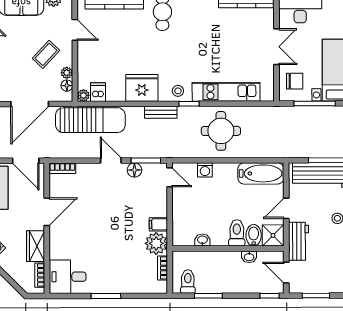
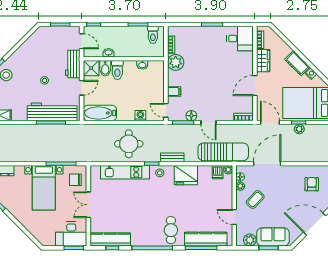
sun lounger: (90, 120) -> (223, 152), turned 180
filing cabinet: (158, 224) -> (174, 92), moved

